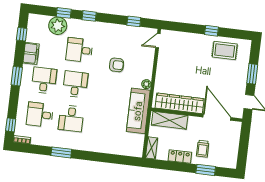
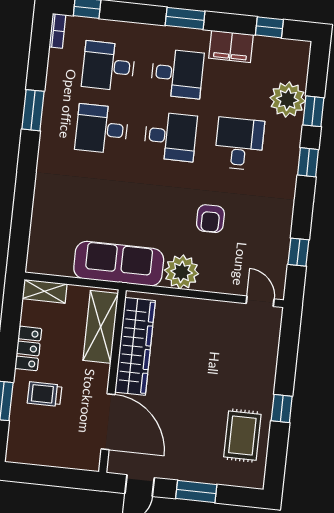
plant: (146, 84) -> (182, 272), width x1.88, depth x1.88
desk: (40, 115) -> (108, 66), turned -90
door: (217, 117) -> (108, 422), hinge flipped

